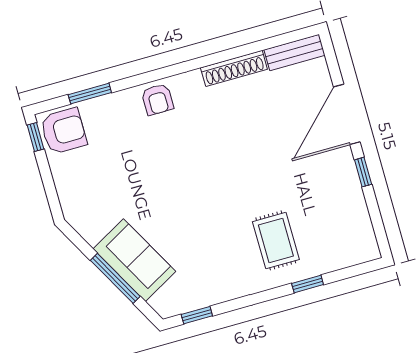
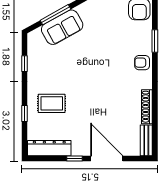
window: (90, 94) -> (155, 41), moved
dresser: (357, 222) -> (49, 148), added
window: (197, 315) -> (25, 64), moved

